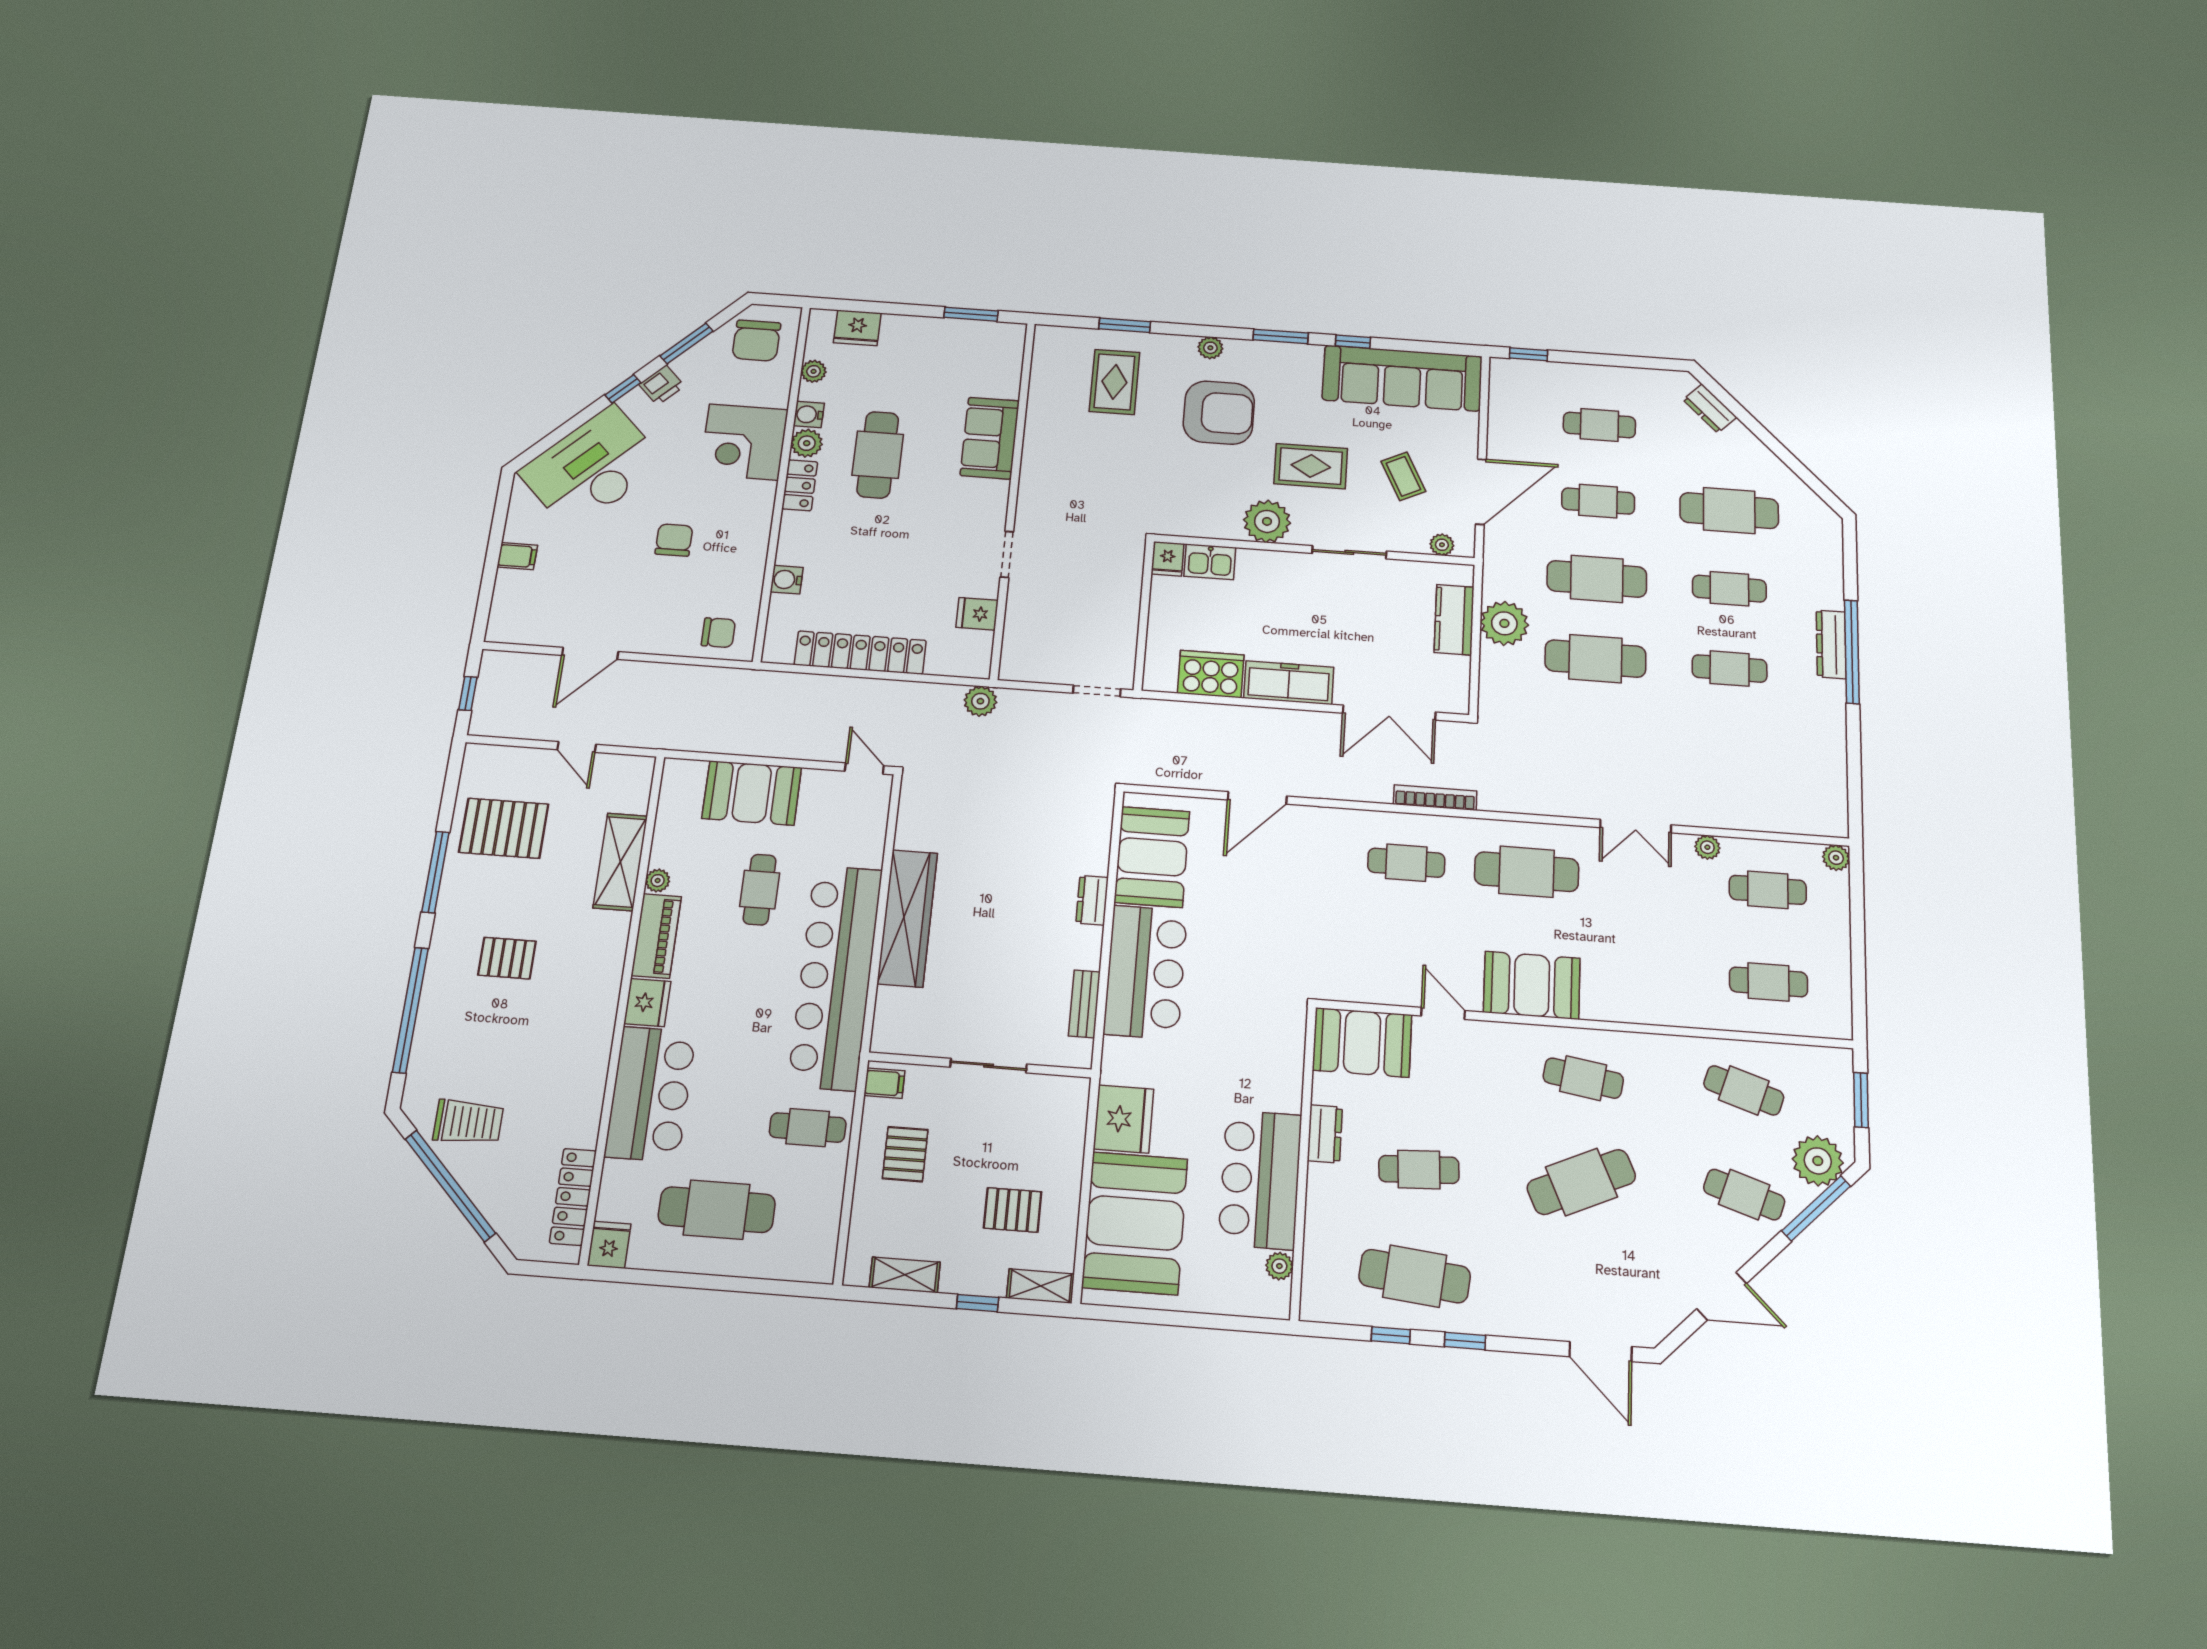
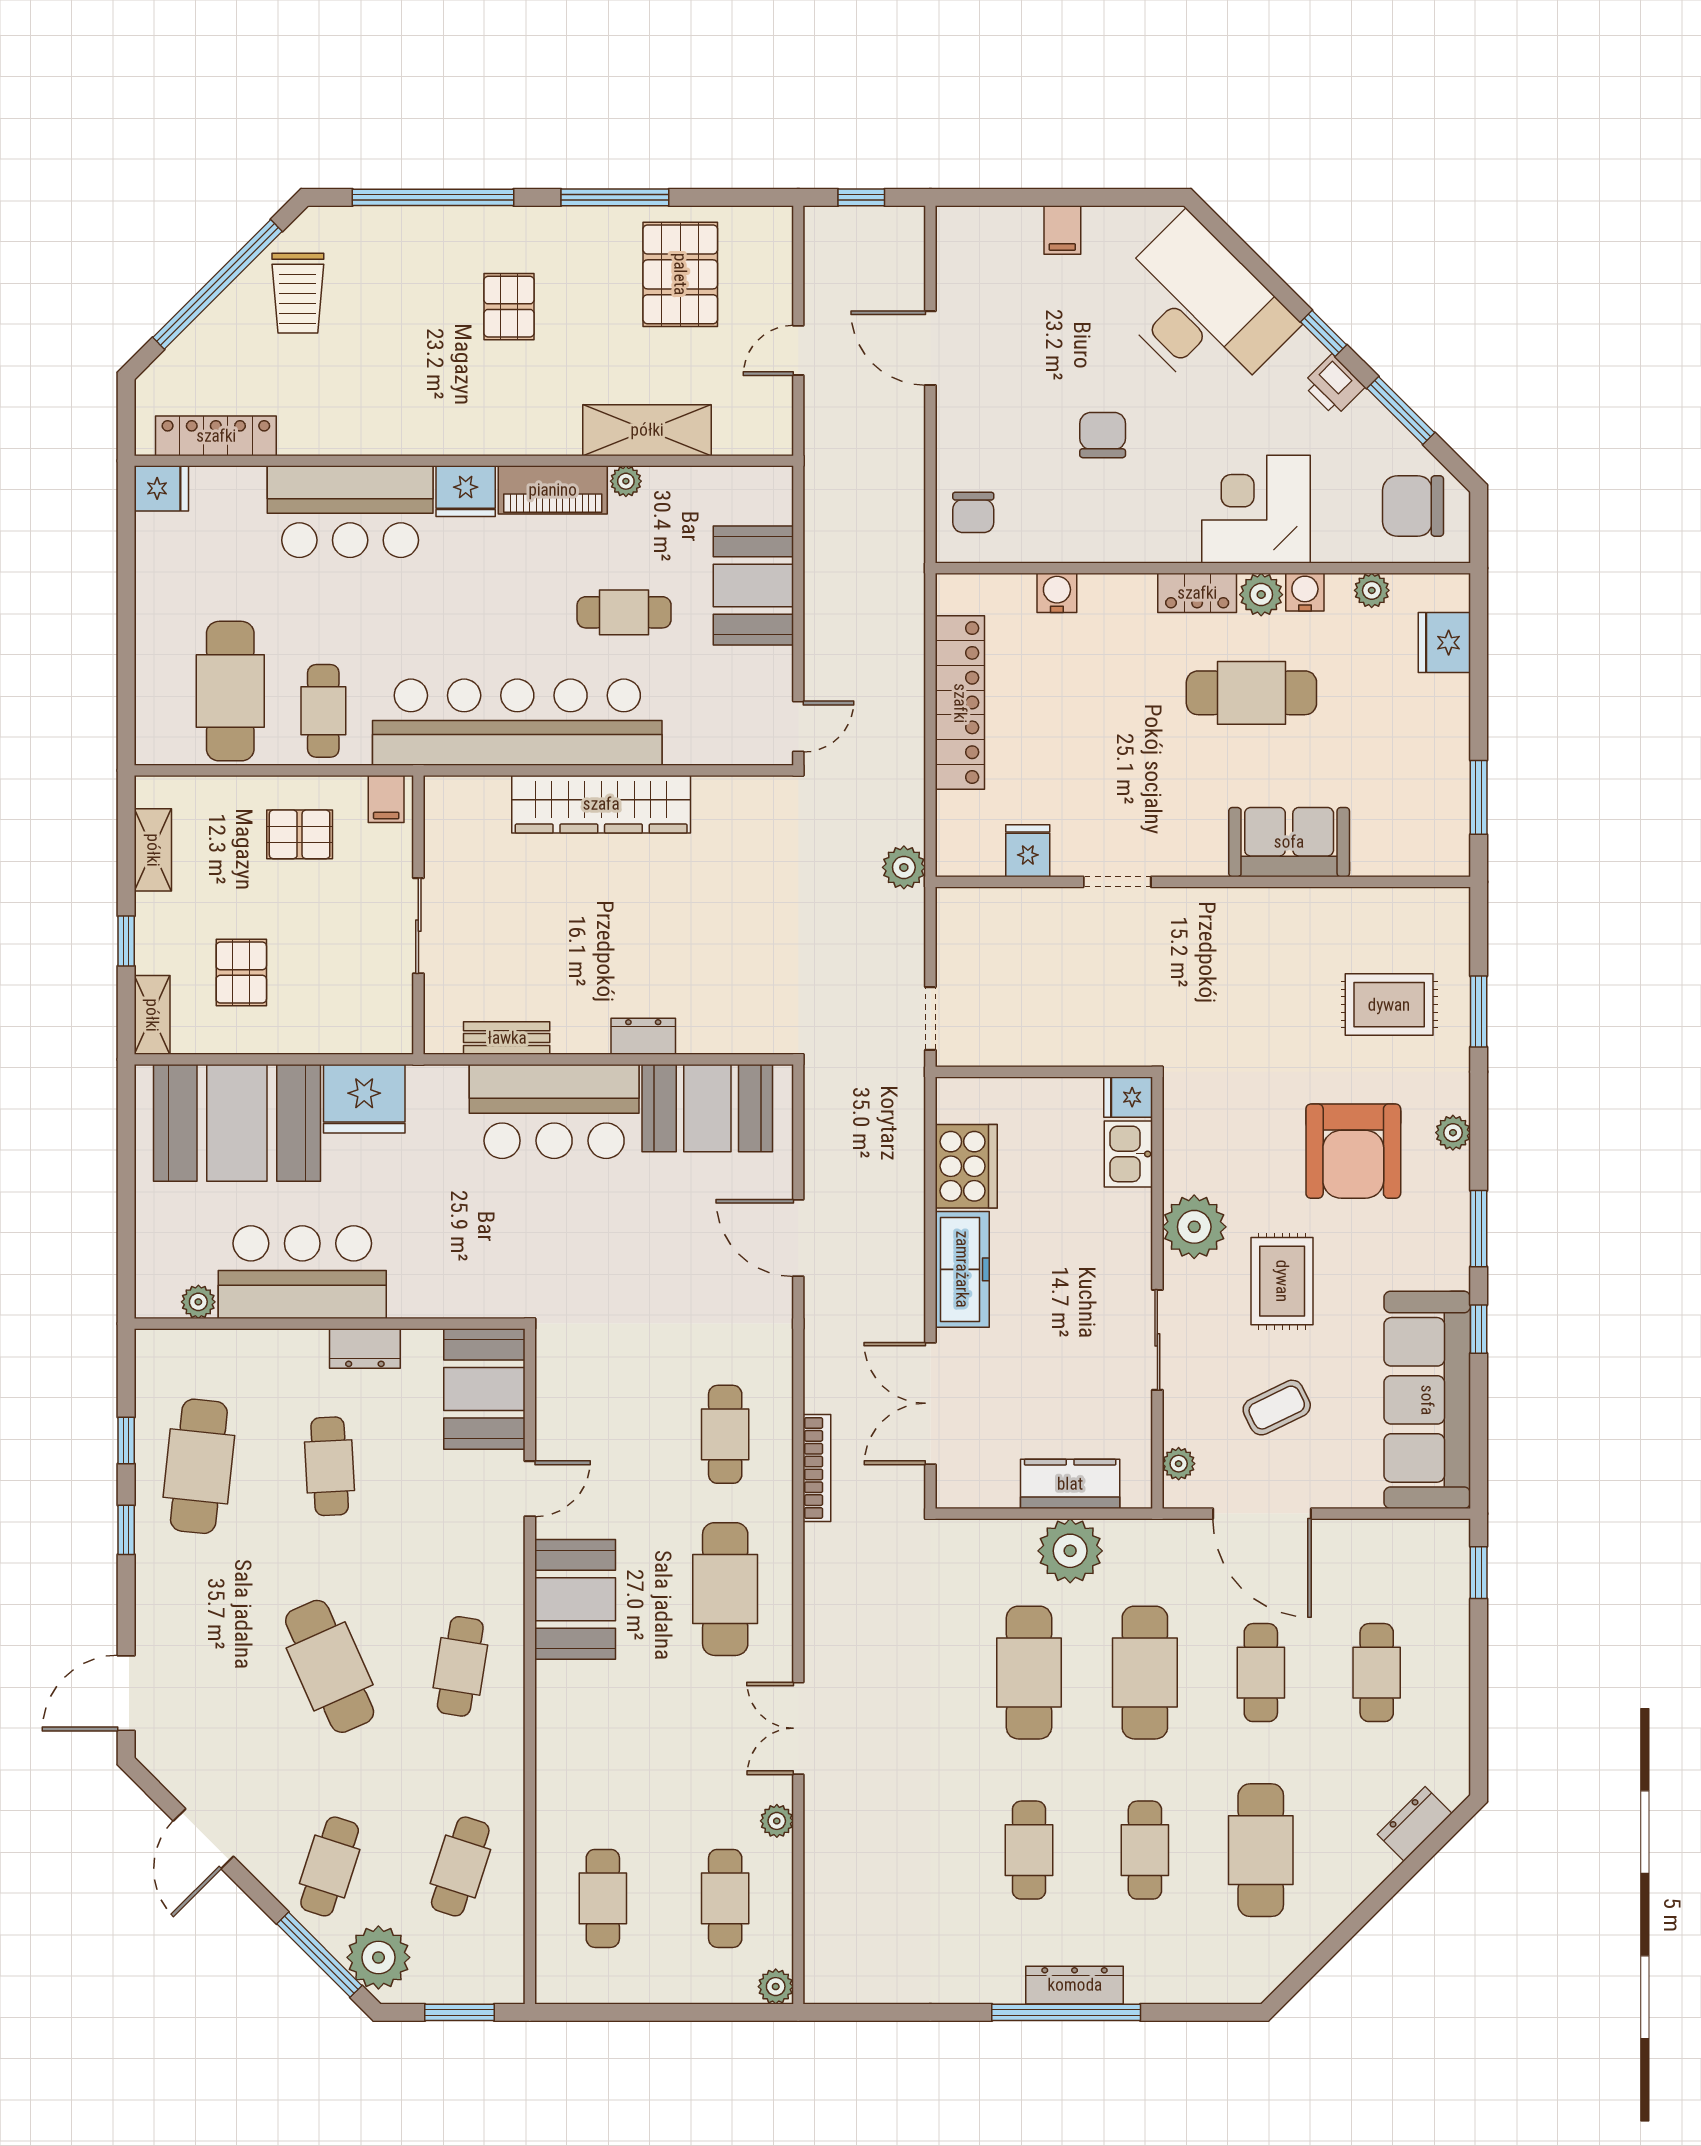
chair: (674, 540) -> (1103, 435), turned -90
cafe table: (717, 1210) -> (230, 691), moved

